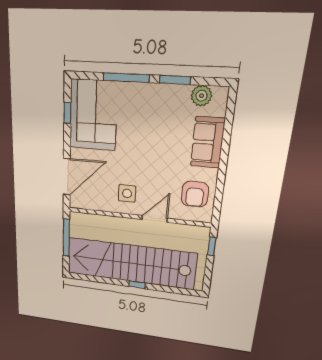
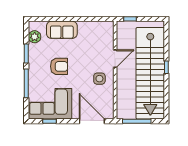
armchair: (195, 194) -> (59, 66), moved
door: (155, 219) -> (115, 59), swing flipped

